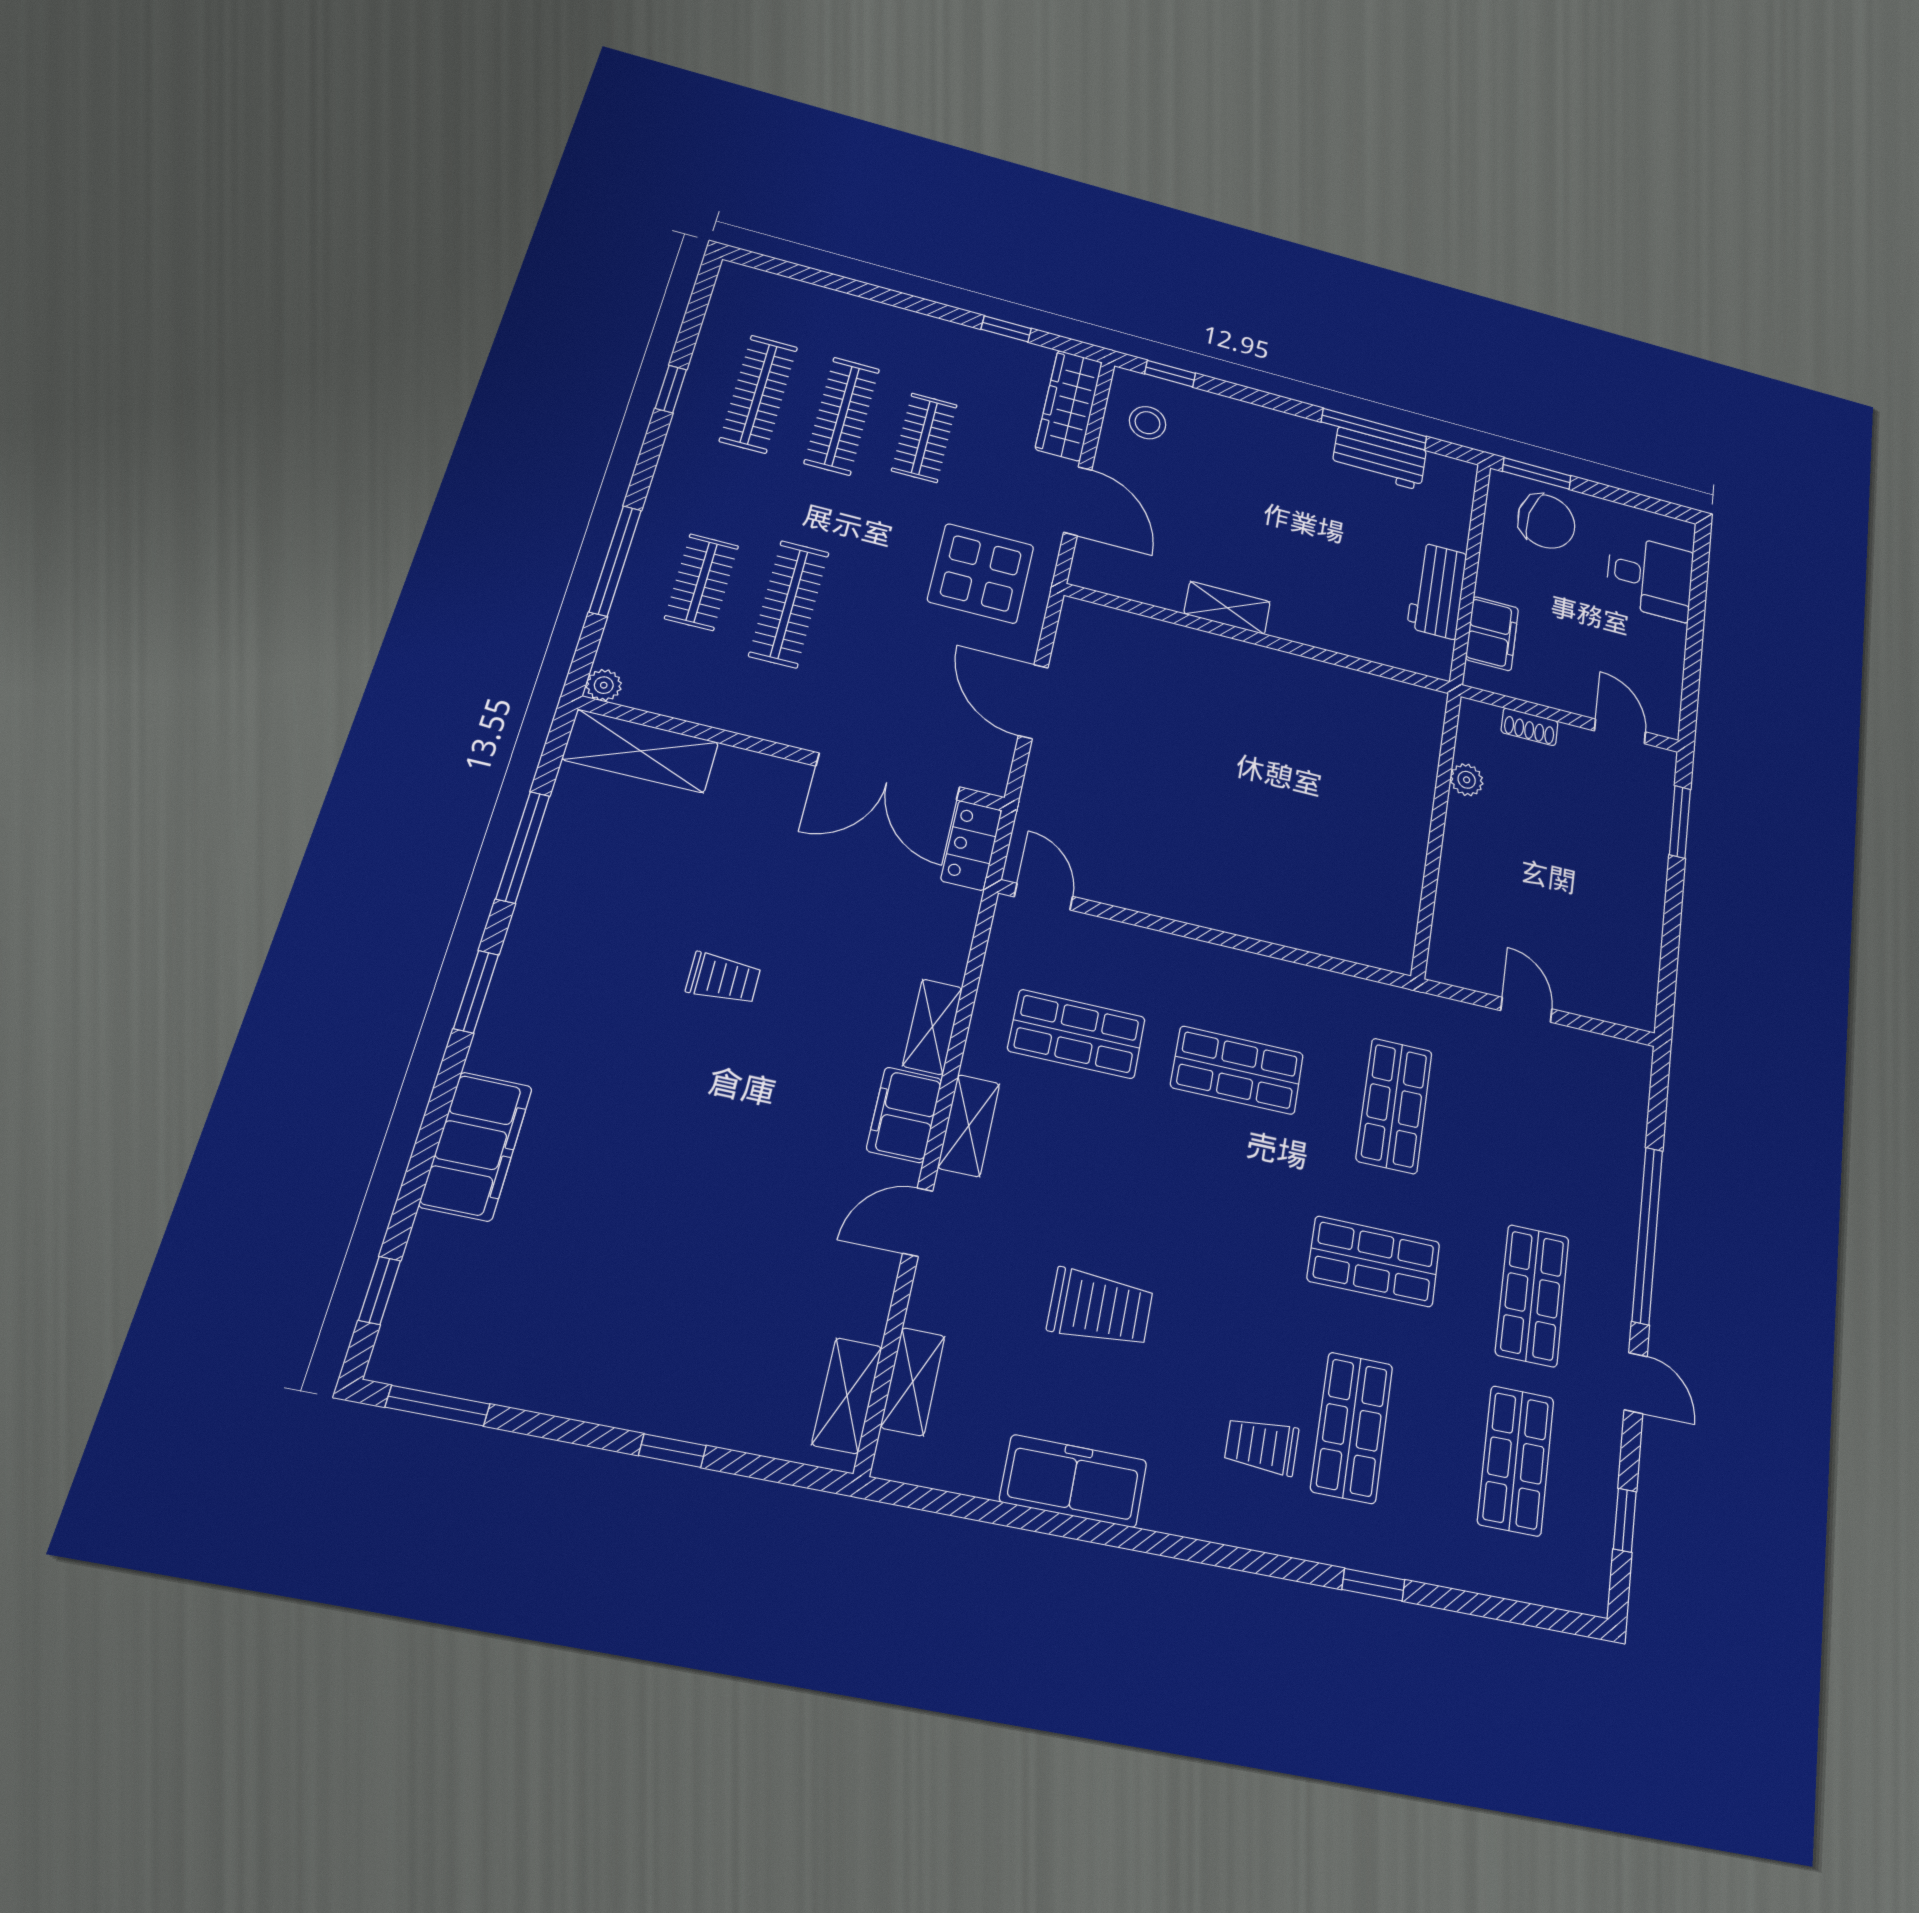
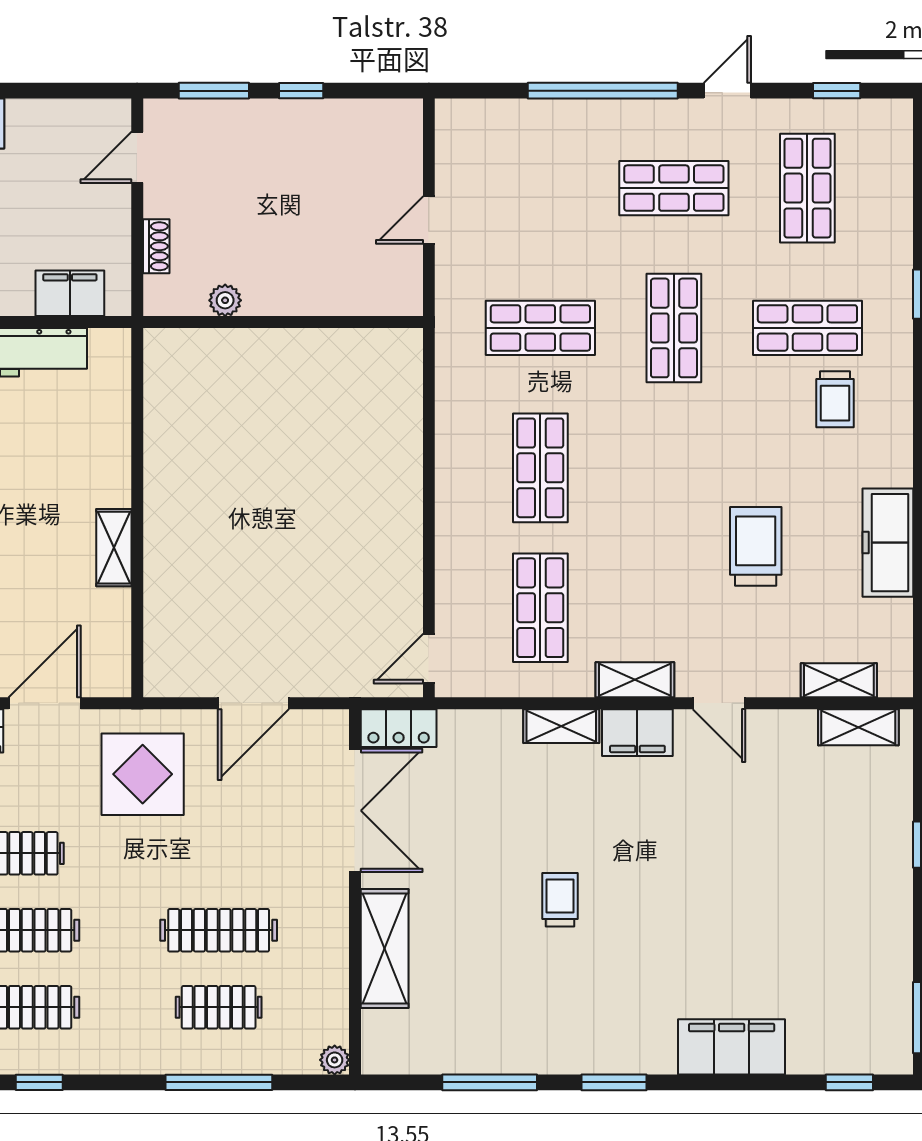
shelving: (641, 751) -> (385, 948), moved
window: (1673, 909) -> (301, 91), added
shop shelf: (1516, 1460) -> (807, 188), turned 90

